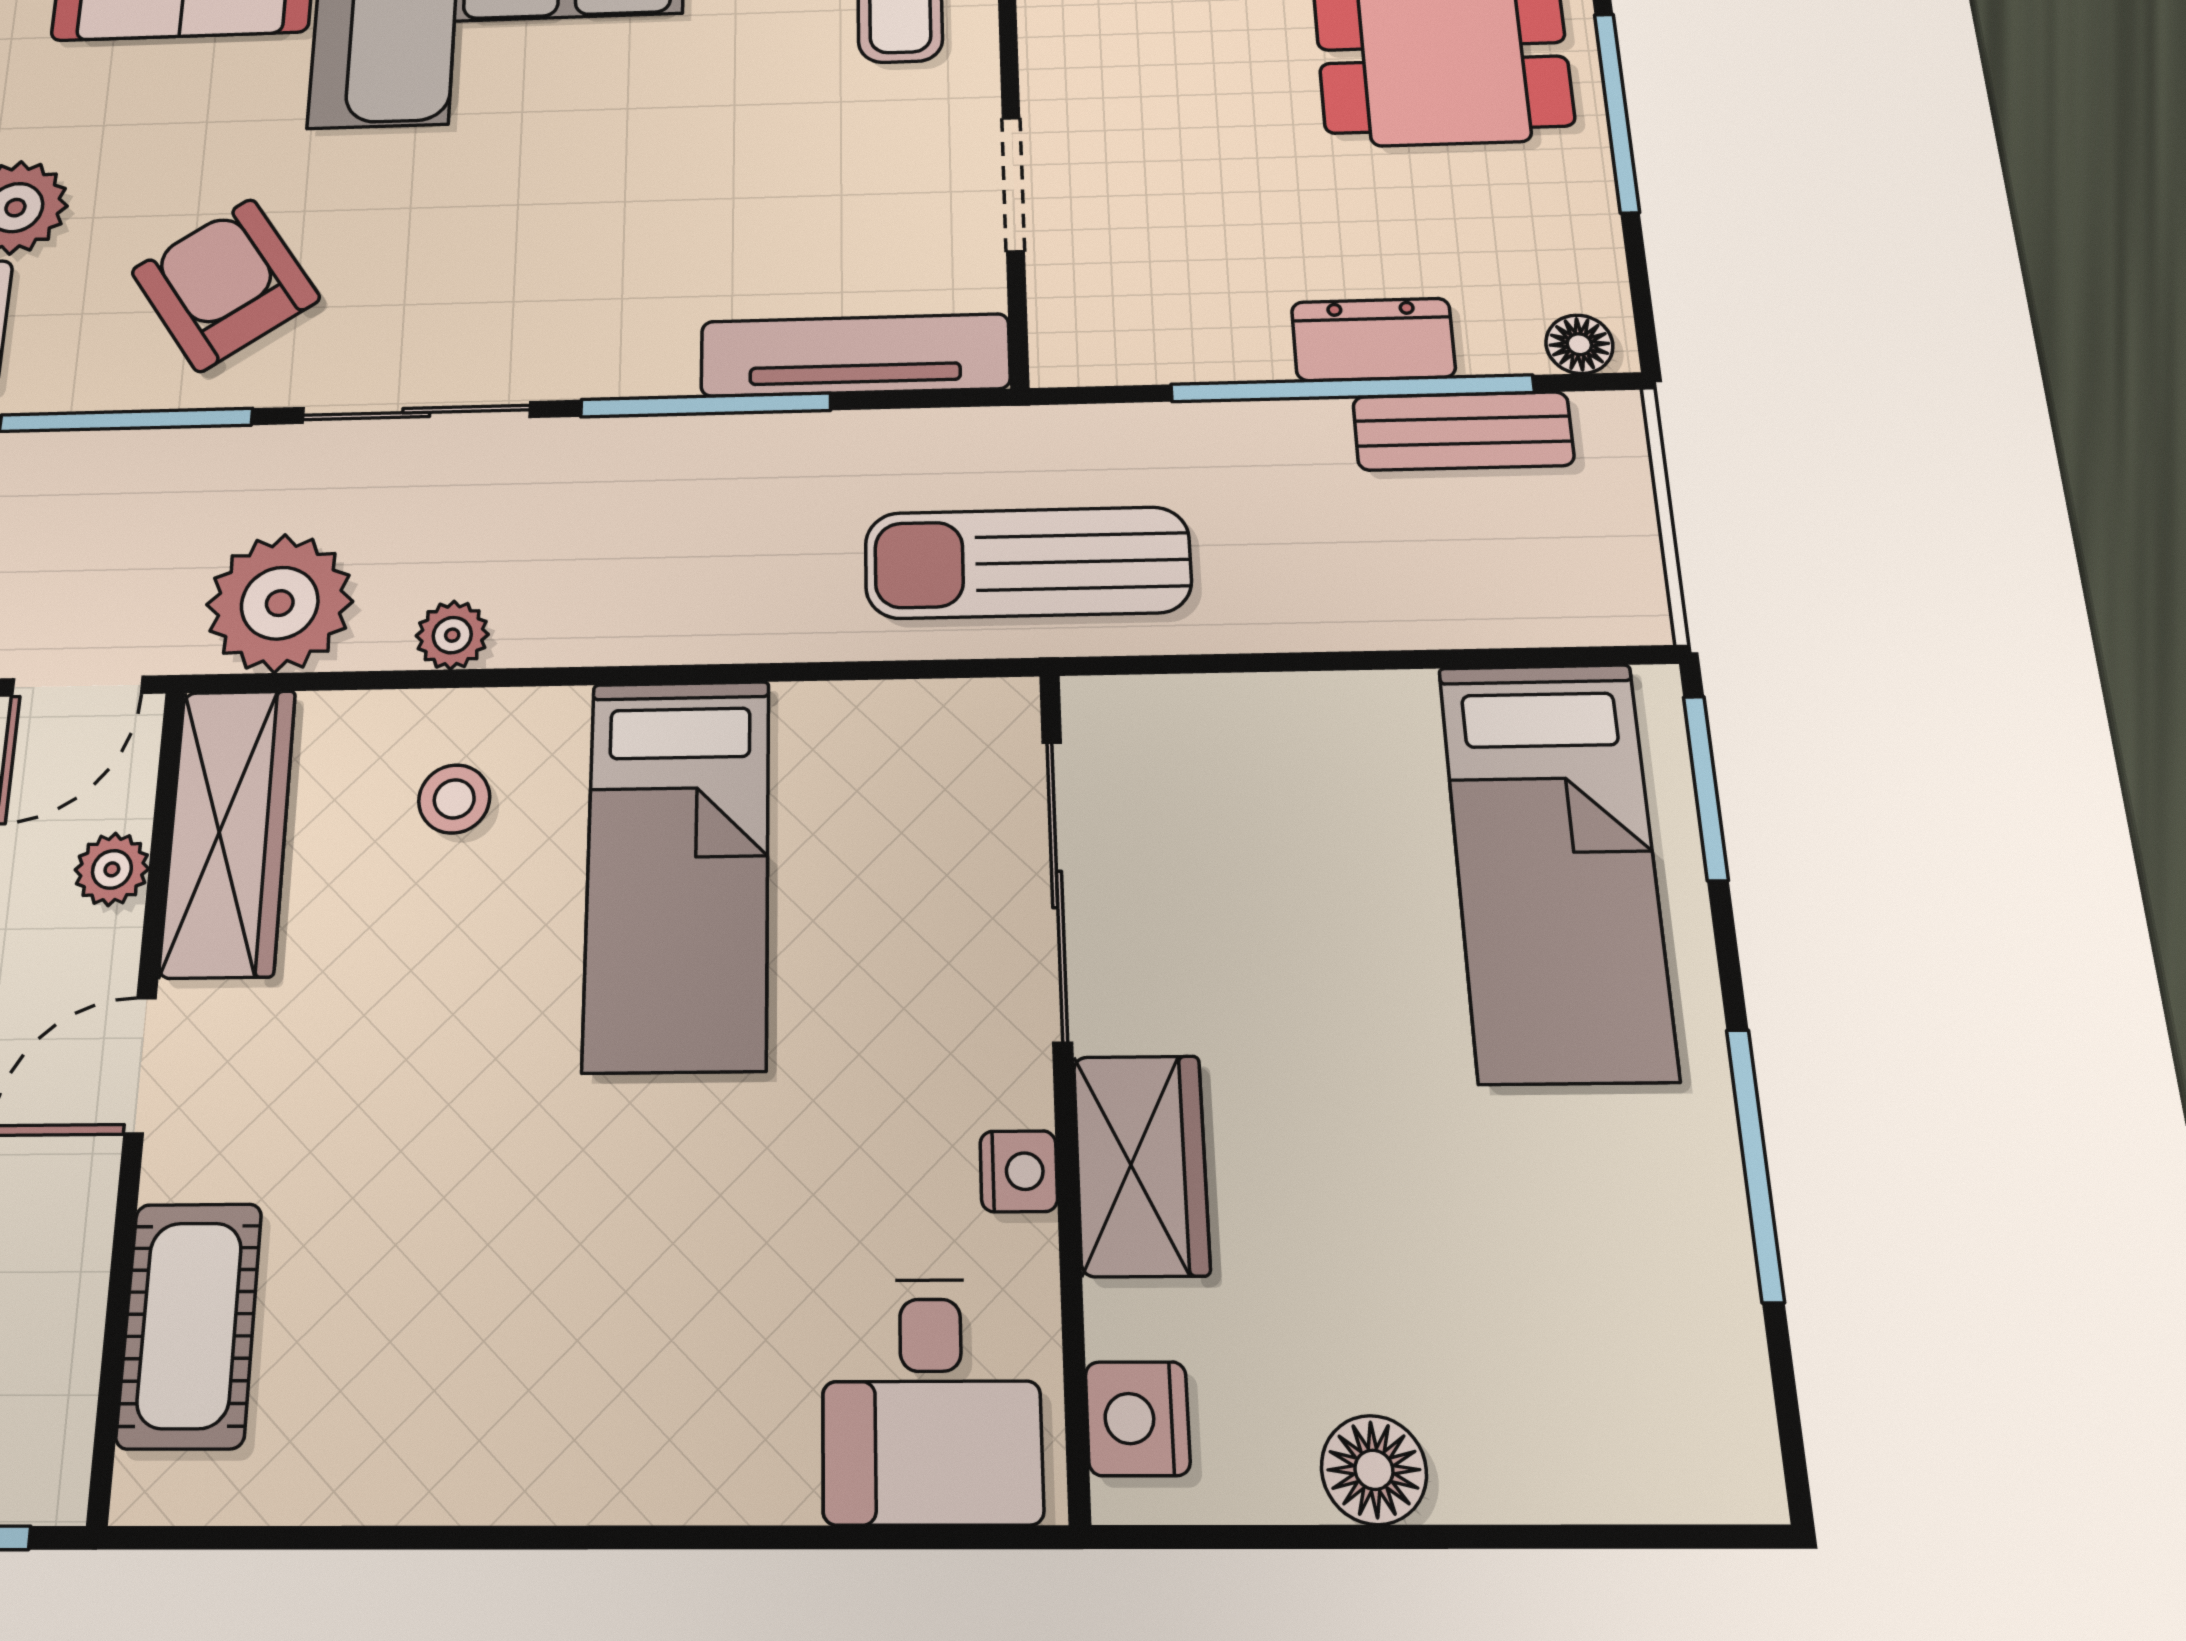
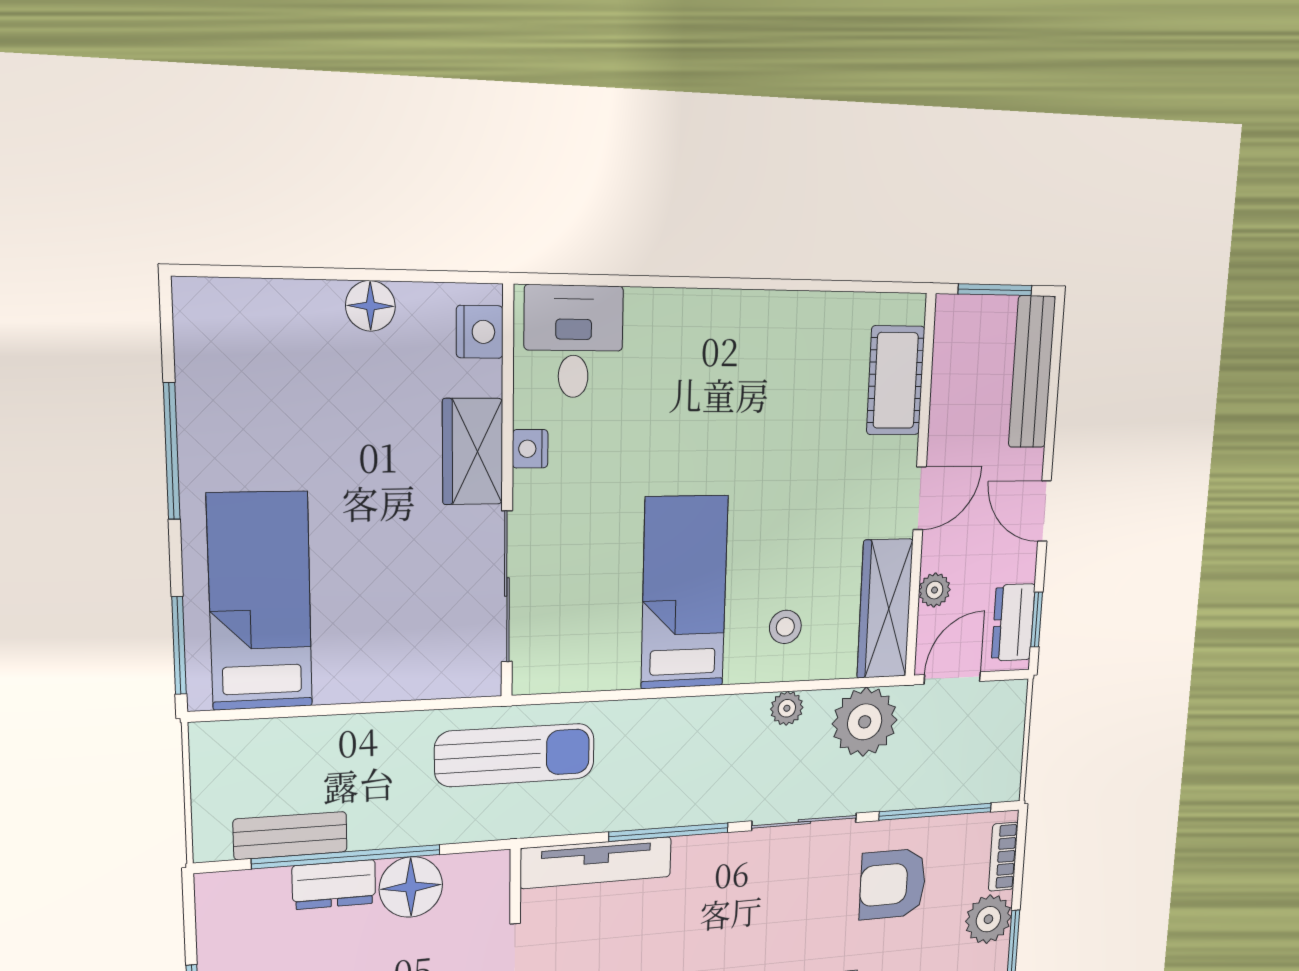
armchair: (226, 285) -> (893, 884), turned 124
floor lamp: (1579, 344) -> (411, 887), moved, width x1.89, depth x1.89

